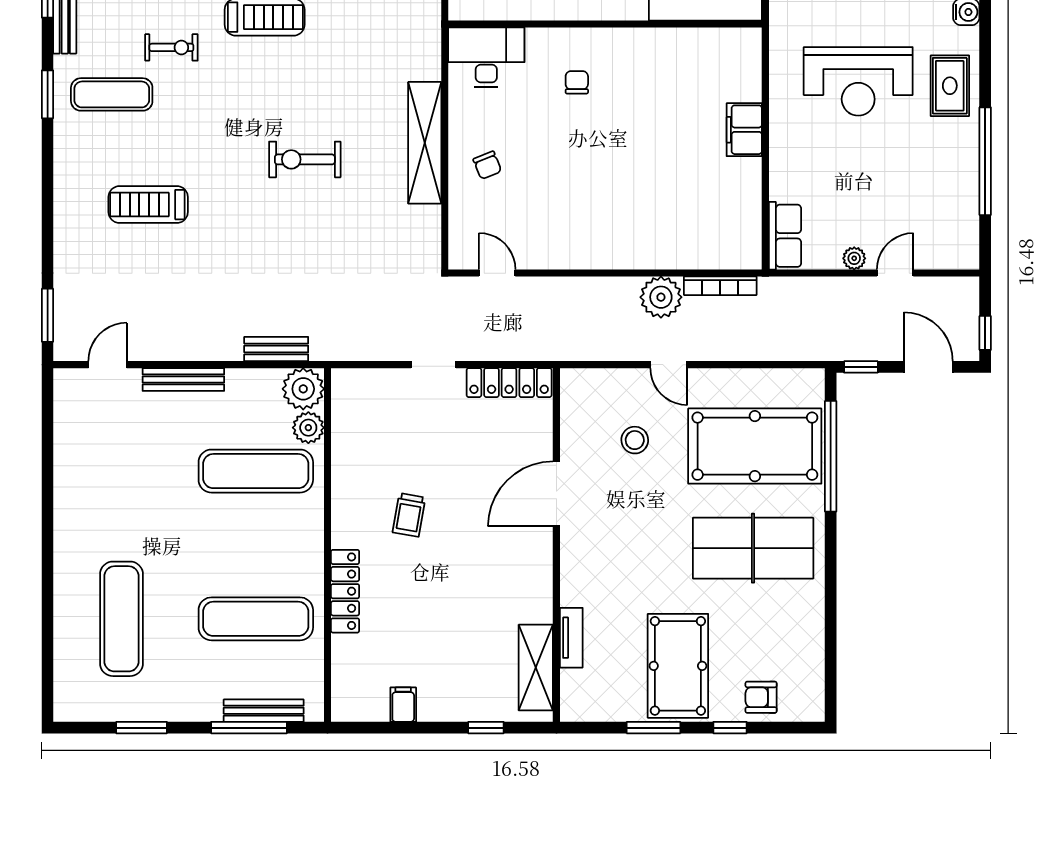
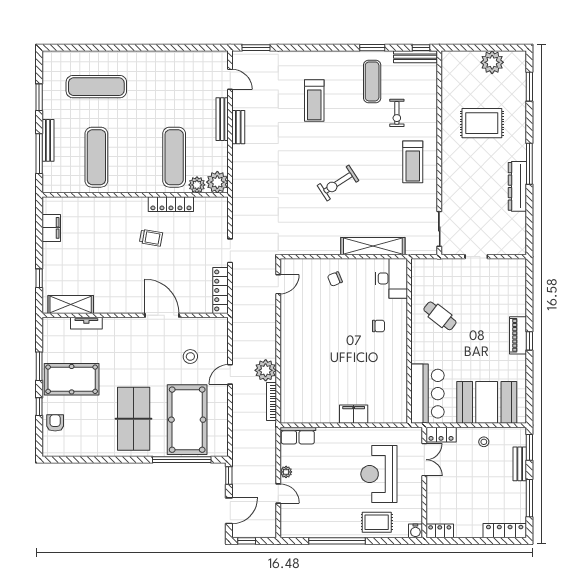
shelving: (425, 143) -> (373, 246), moved
exercise bike: (305, 159) -> (338, 183), turned -123
treadmill: (148, 205) -> (314, 101), turned 180
bench: (276, 349) -> (238, 127), moved
trolley: (409, 515) -> (151, 238), turned 180
locker: (345, 591) -> (171, 204), moved
filing cabinet: (403, 705) -> (51, 228), width x2.00
bench: (264, 711) -> (48, 140), moved

